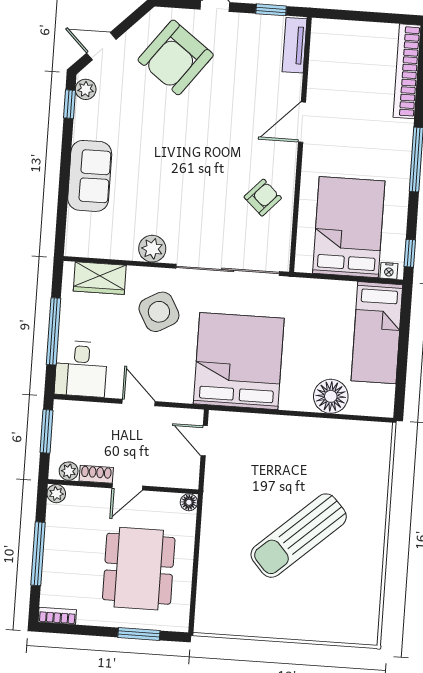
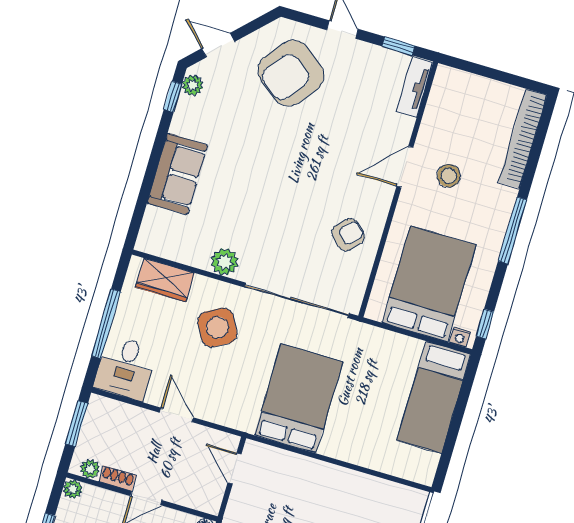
stool: (345, 121) -> (449, 176), added
bed: (239, 361) -> (299, 398), width x0.73
floor lamp: (331, 396) -> (373, 452), removed

